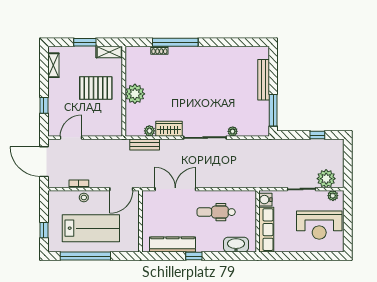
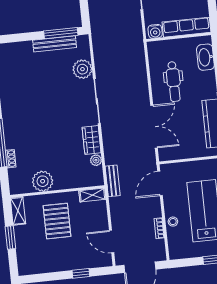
shelving: (53, 65) -> (92, 195), moved
bench: (264, 80) -> (55, 44), moved
plant: (135, 94) -> (43, 181), moved
plant: (233, 131) -> (82, 69), width x1.88, depth x1.88
bench: (145, 145) -> (113, 181), moved
door: (121, 189) -> (160, 183), swing flipped
double door: (175, 189) -> (154, 127), swing flipped

